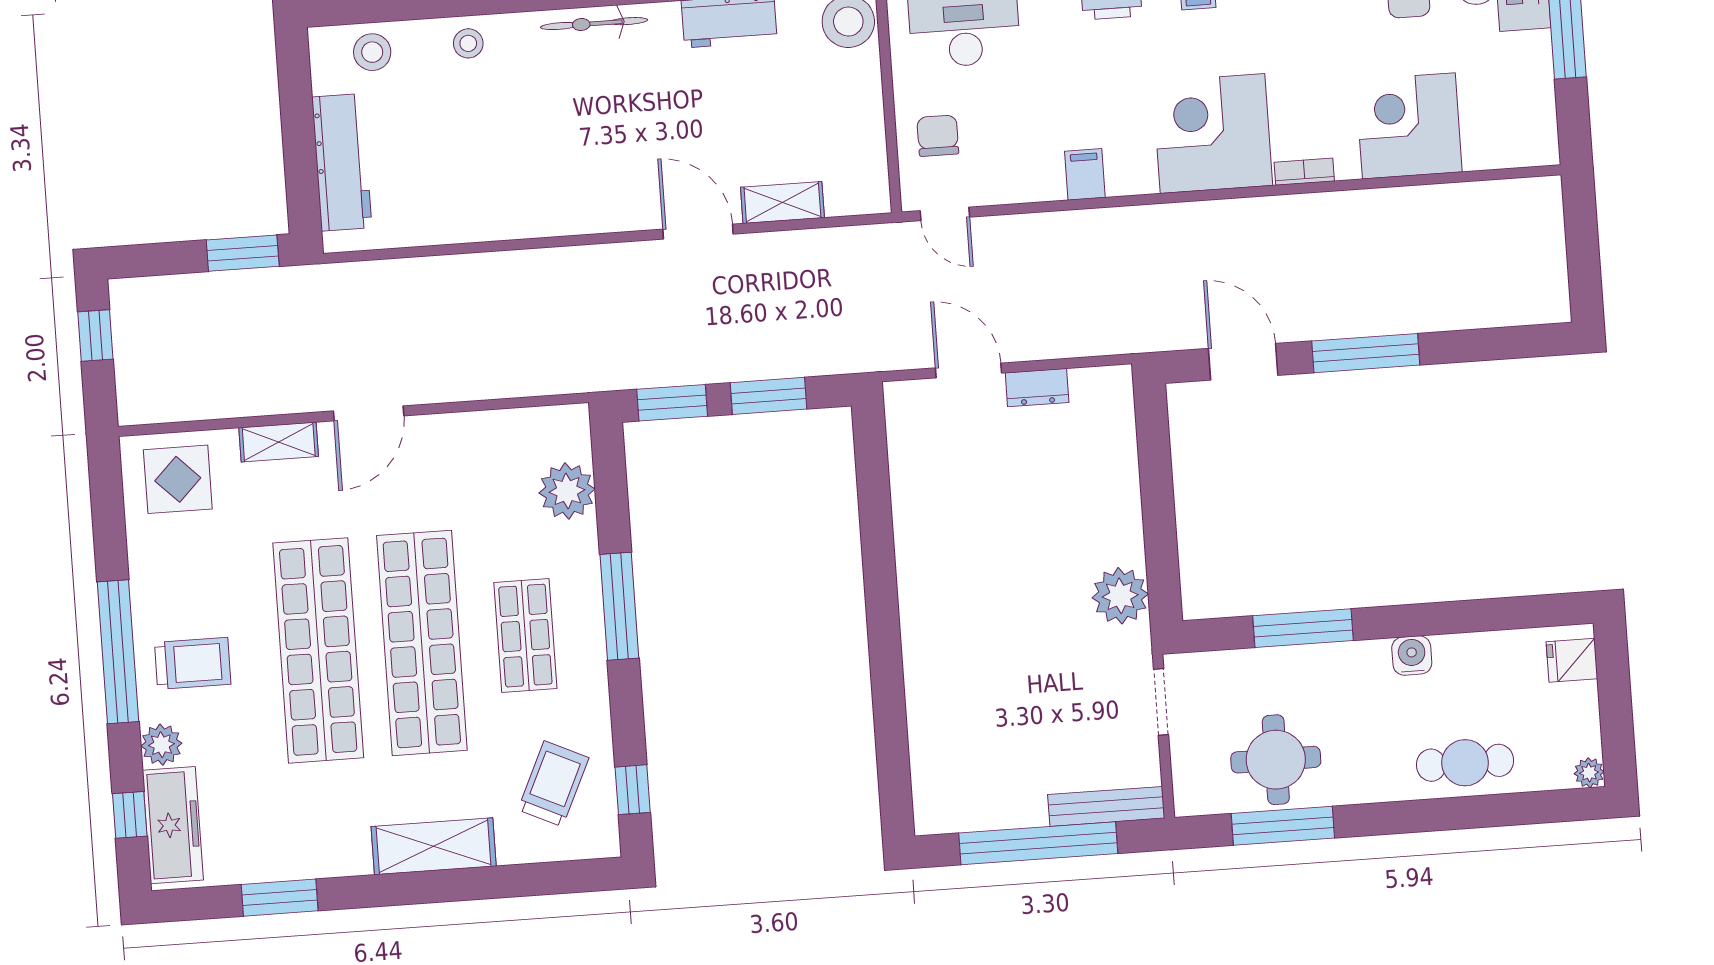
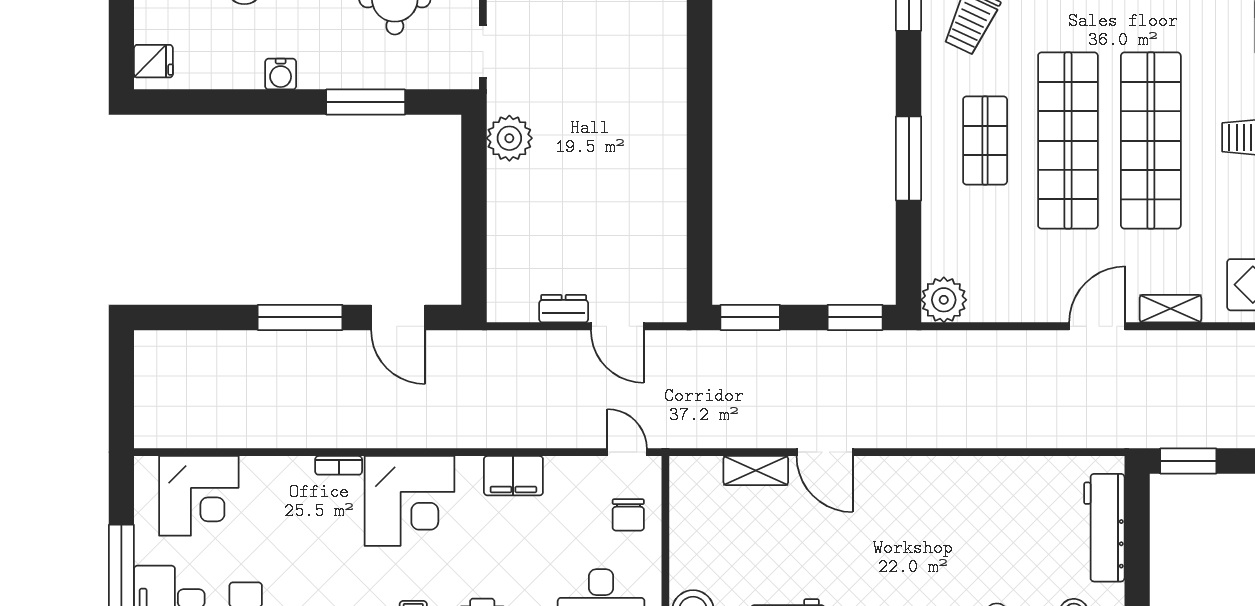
corner desk: (1409, 126) -> (199, 496), moved
filing cabinet: (1085, 174) -> (513, 476), width x2.00
window: (768, 396) -> (750, 317), moved
plant: (567, 491) -> (944, 300), moved

